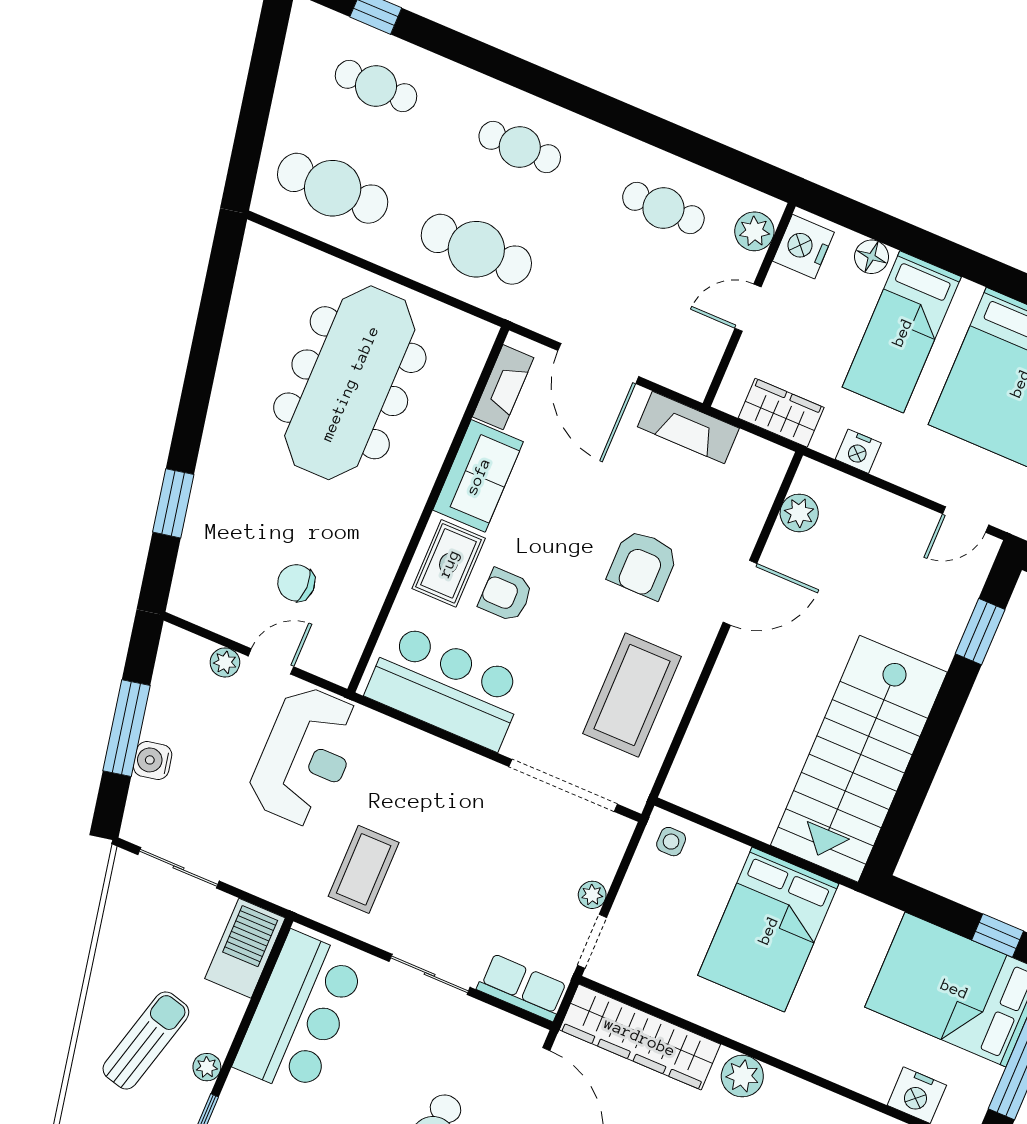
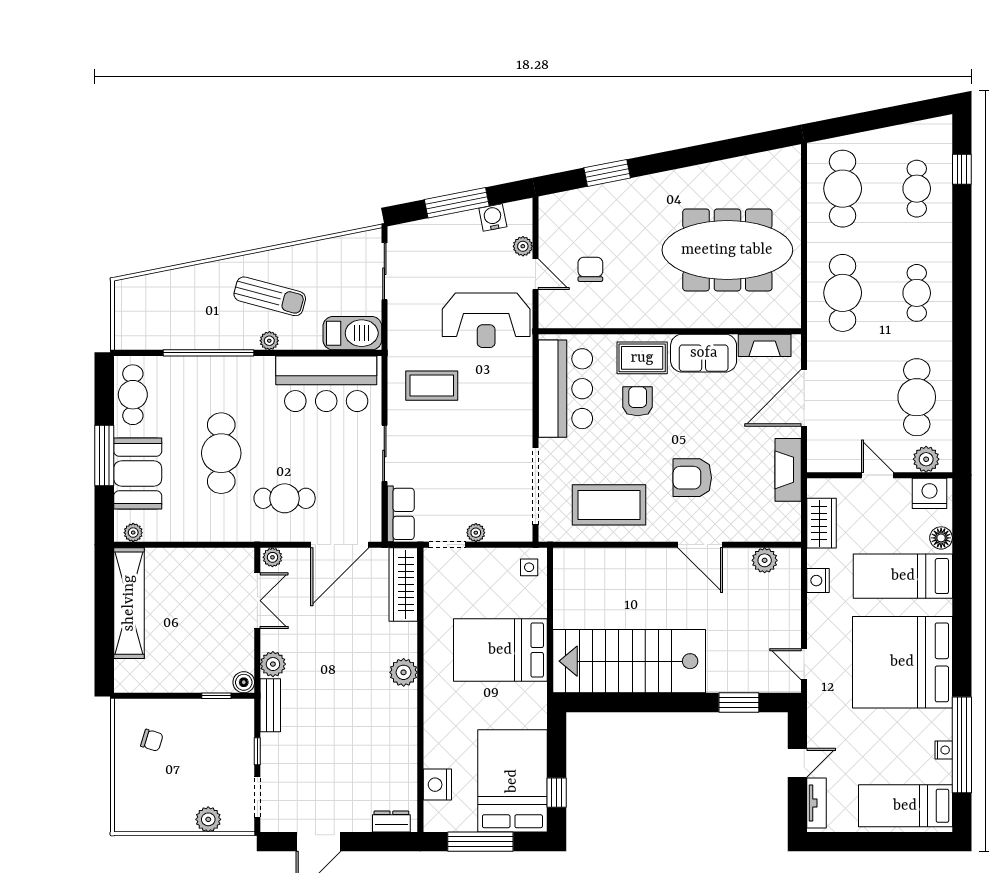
cafe table: (663, 208) -> (917, 397), width x1.37, depth x1.35
water cooler: (153, 761) -> (493, 218), moved
wardrobe: (640, 1037) -> (403, 584), width x0.71, depth x0.85

